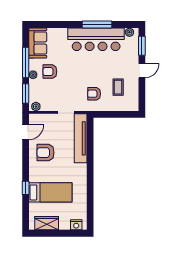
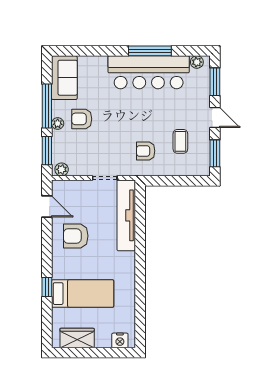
door: (142, 71) -> (215, 117), hinge flipped
window: (142, 95) -> (215, 153), added
door: (26, 132) -> (47, 206), hinge flipped

